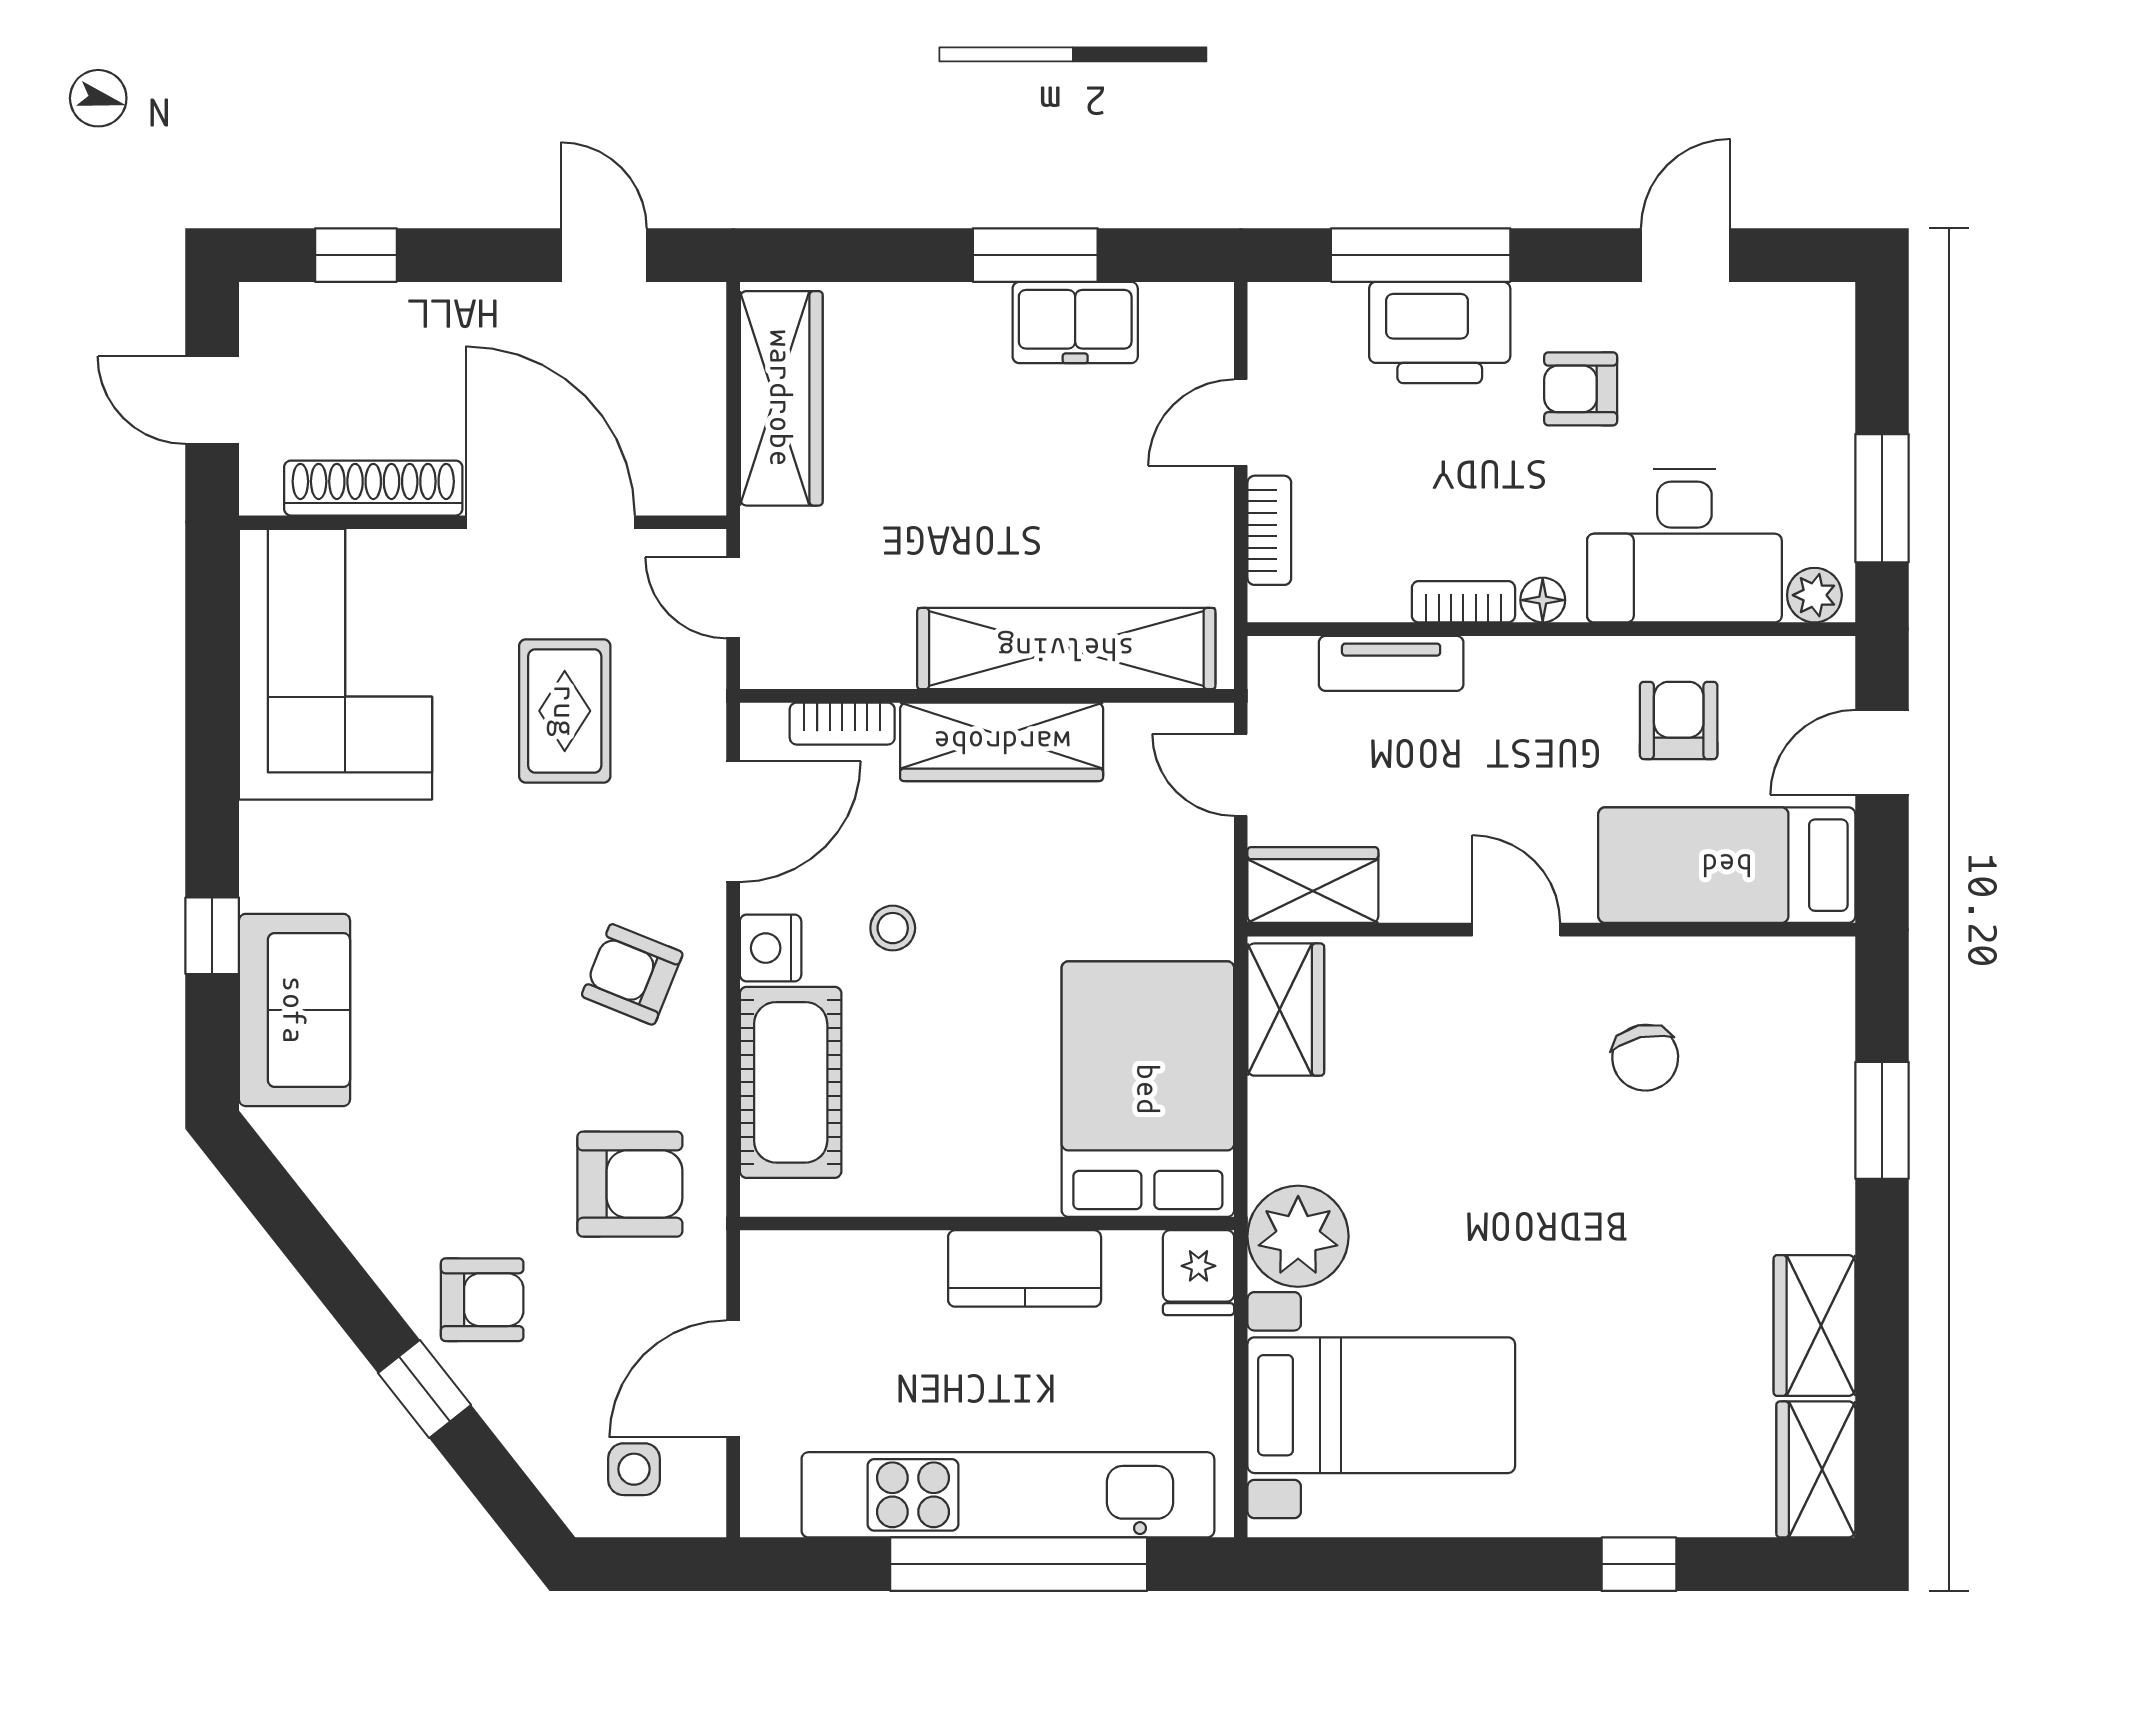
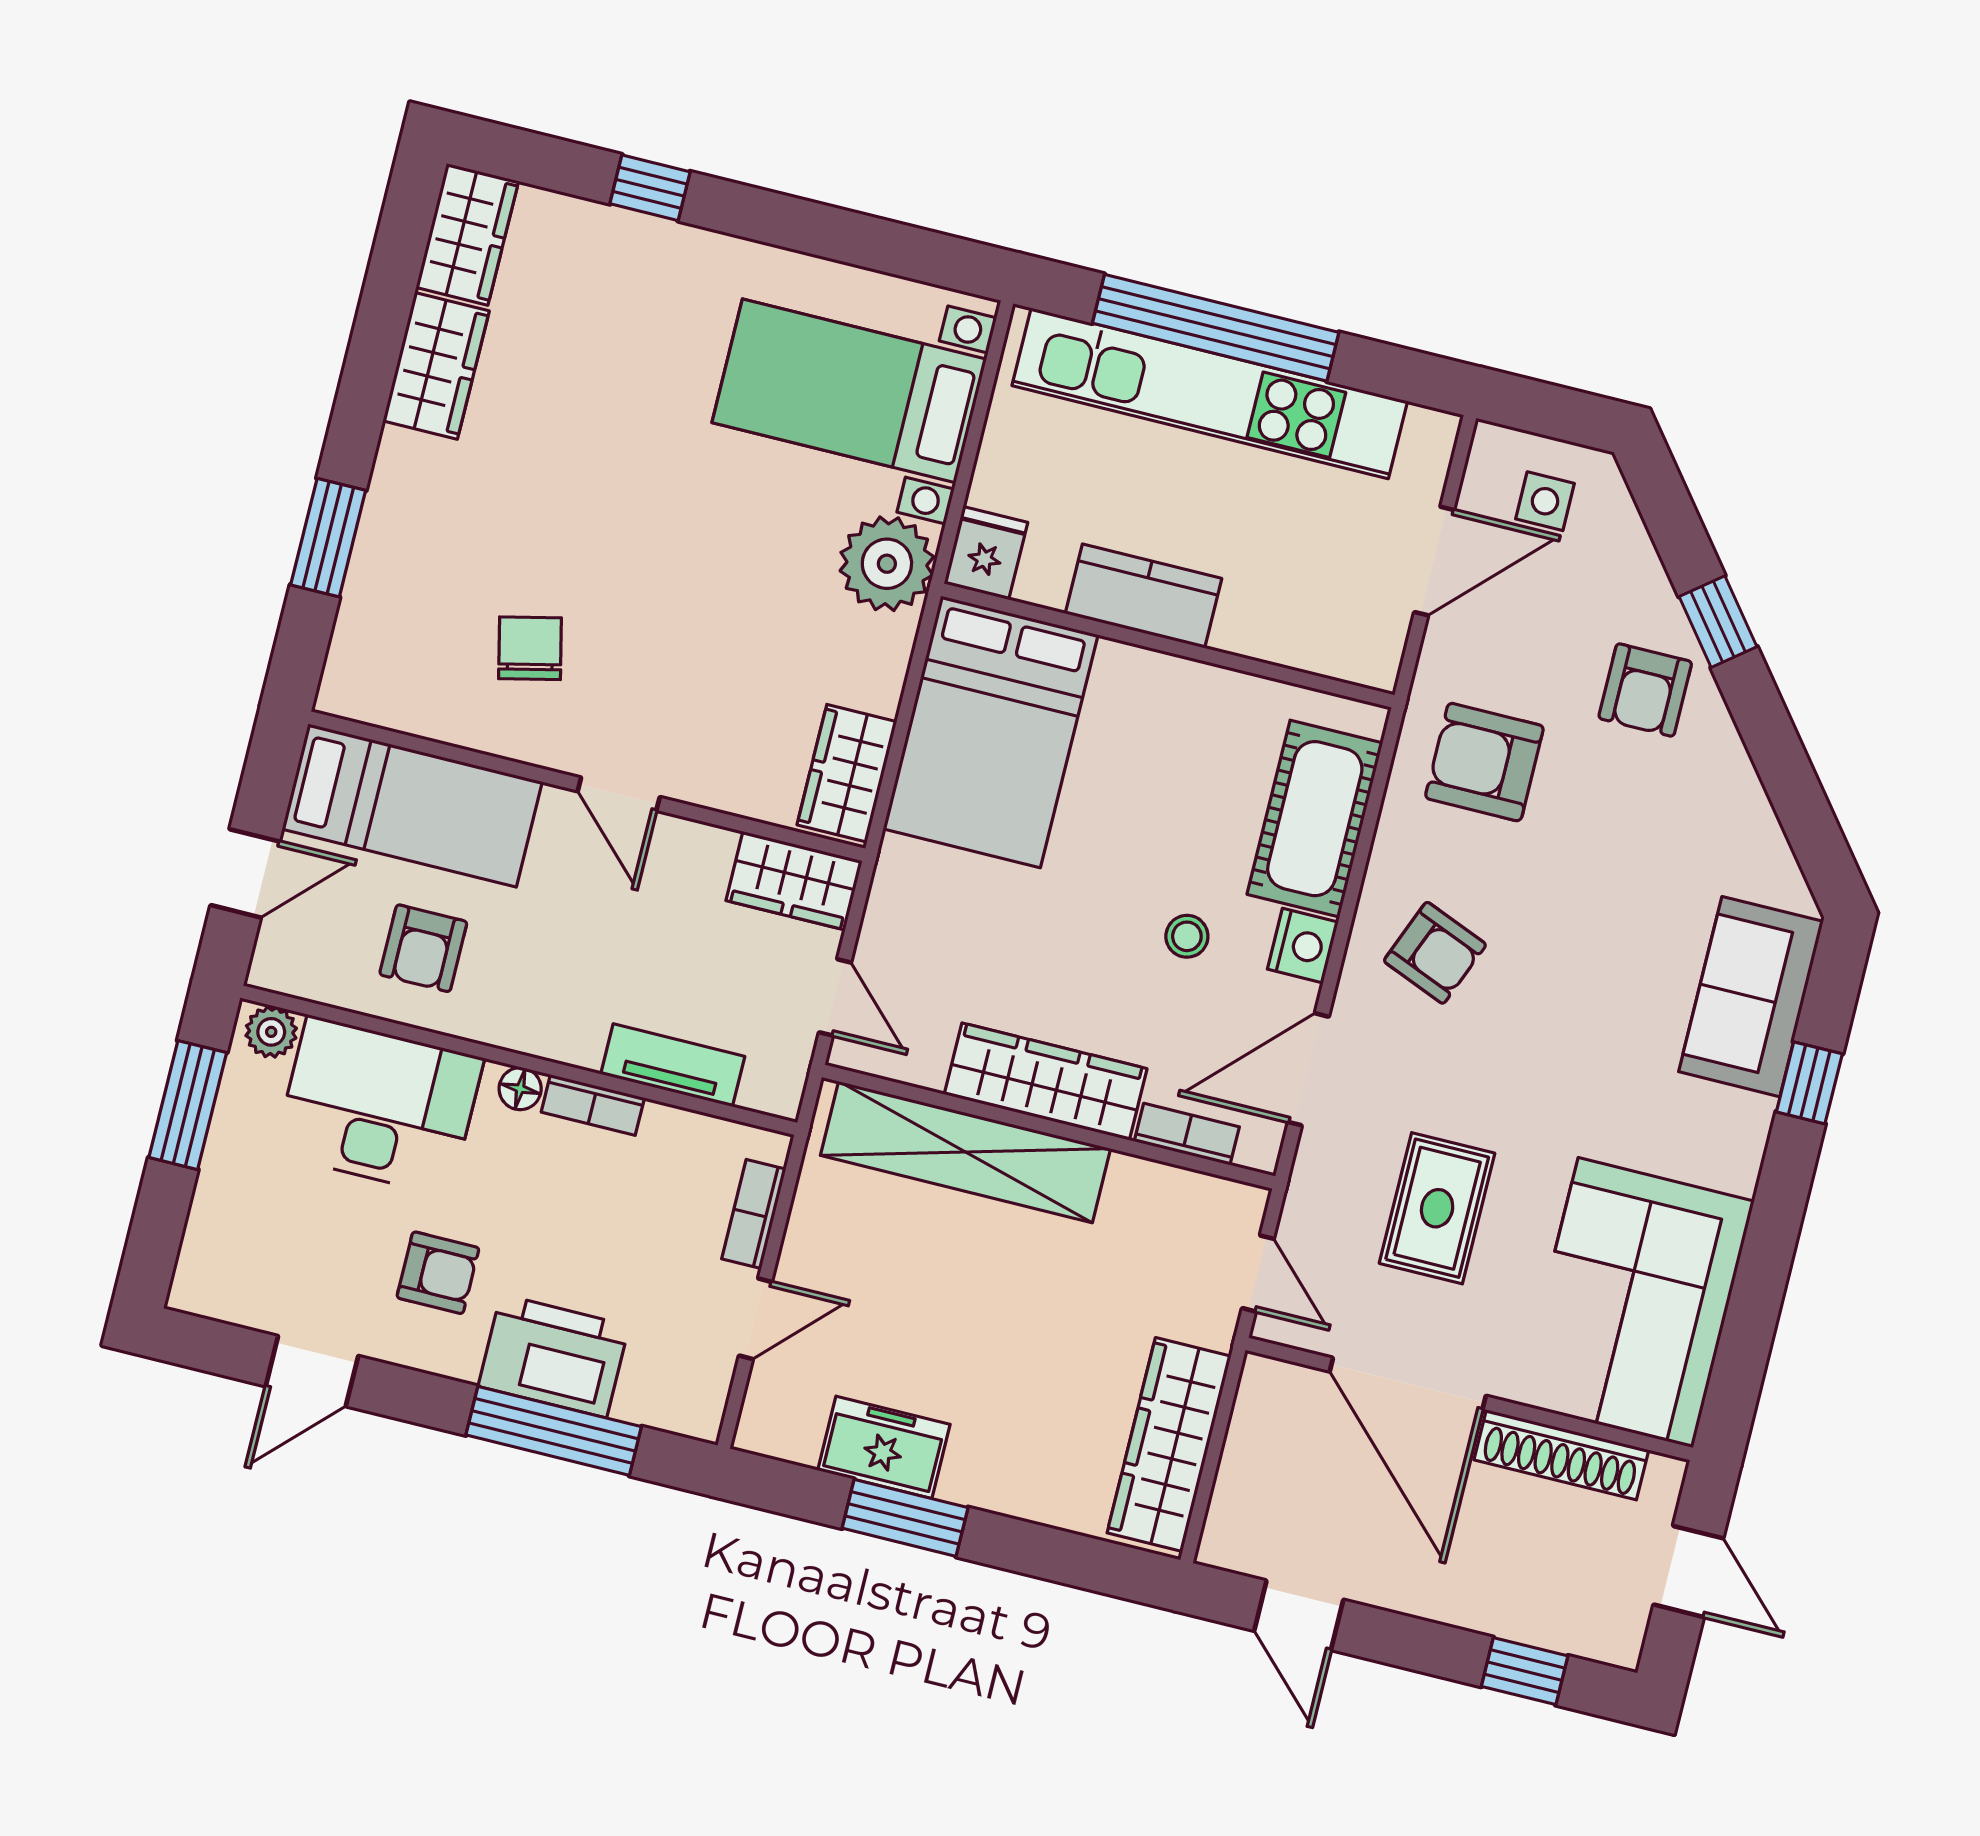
armchair: (482, 1300) -> (1645, 690), turned -90

